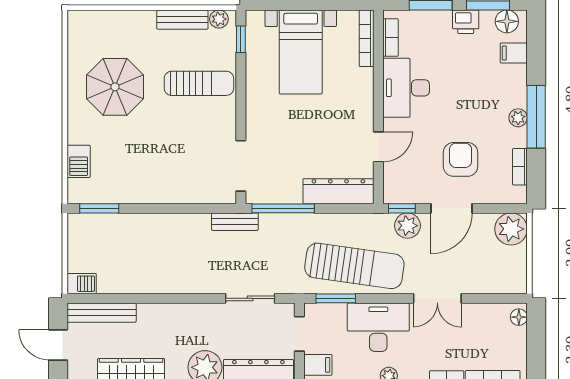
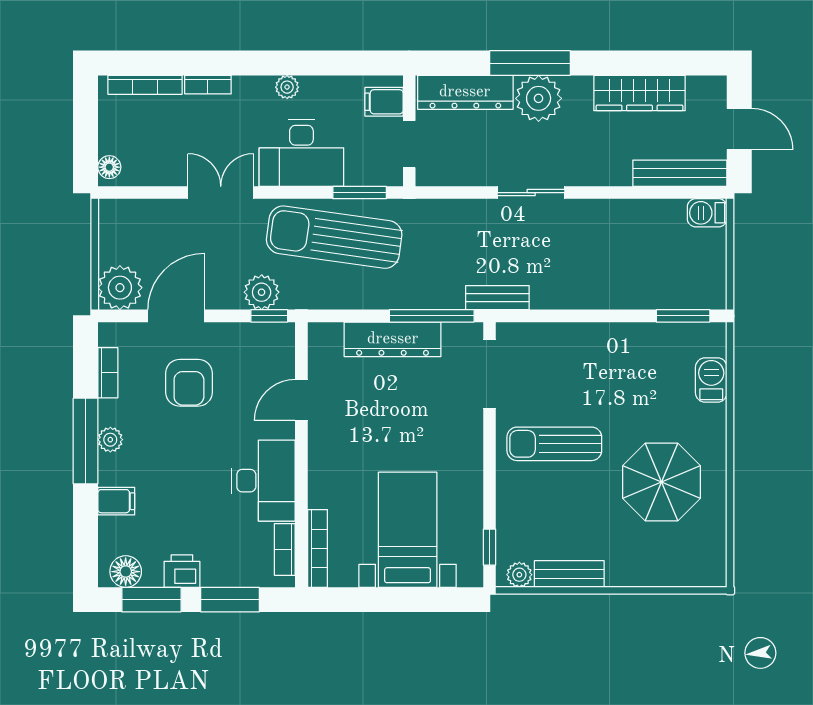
filing cabinet: (514, 53) -> (116, 501), moved
sun lounger: (199, 83) -> (554, 444), moved
dresser: (338, 191) -> (393, 339), moved
door: (452, 208) -> (176, 316), moved
sliding door: (250, 298) -> (531, 193), moved

